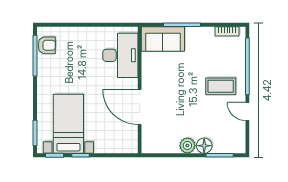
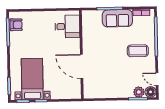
sofa: (163, 39) -> (117, 18), moved
desk: (120, 55) -> (67, 26), width x0.73
door: (247, 112) -> (157, 79), moved
plant: (187, 146) -> (139, 92), moved
floor lamp: (204, 146) -> (151, 92), moved

